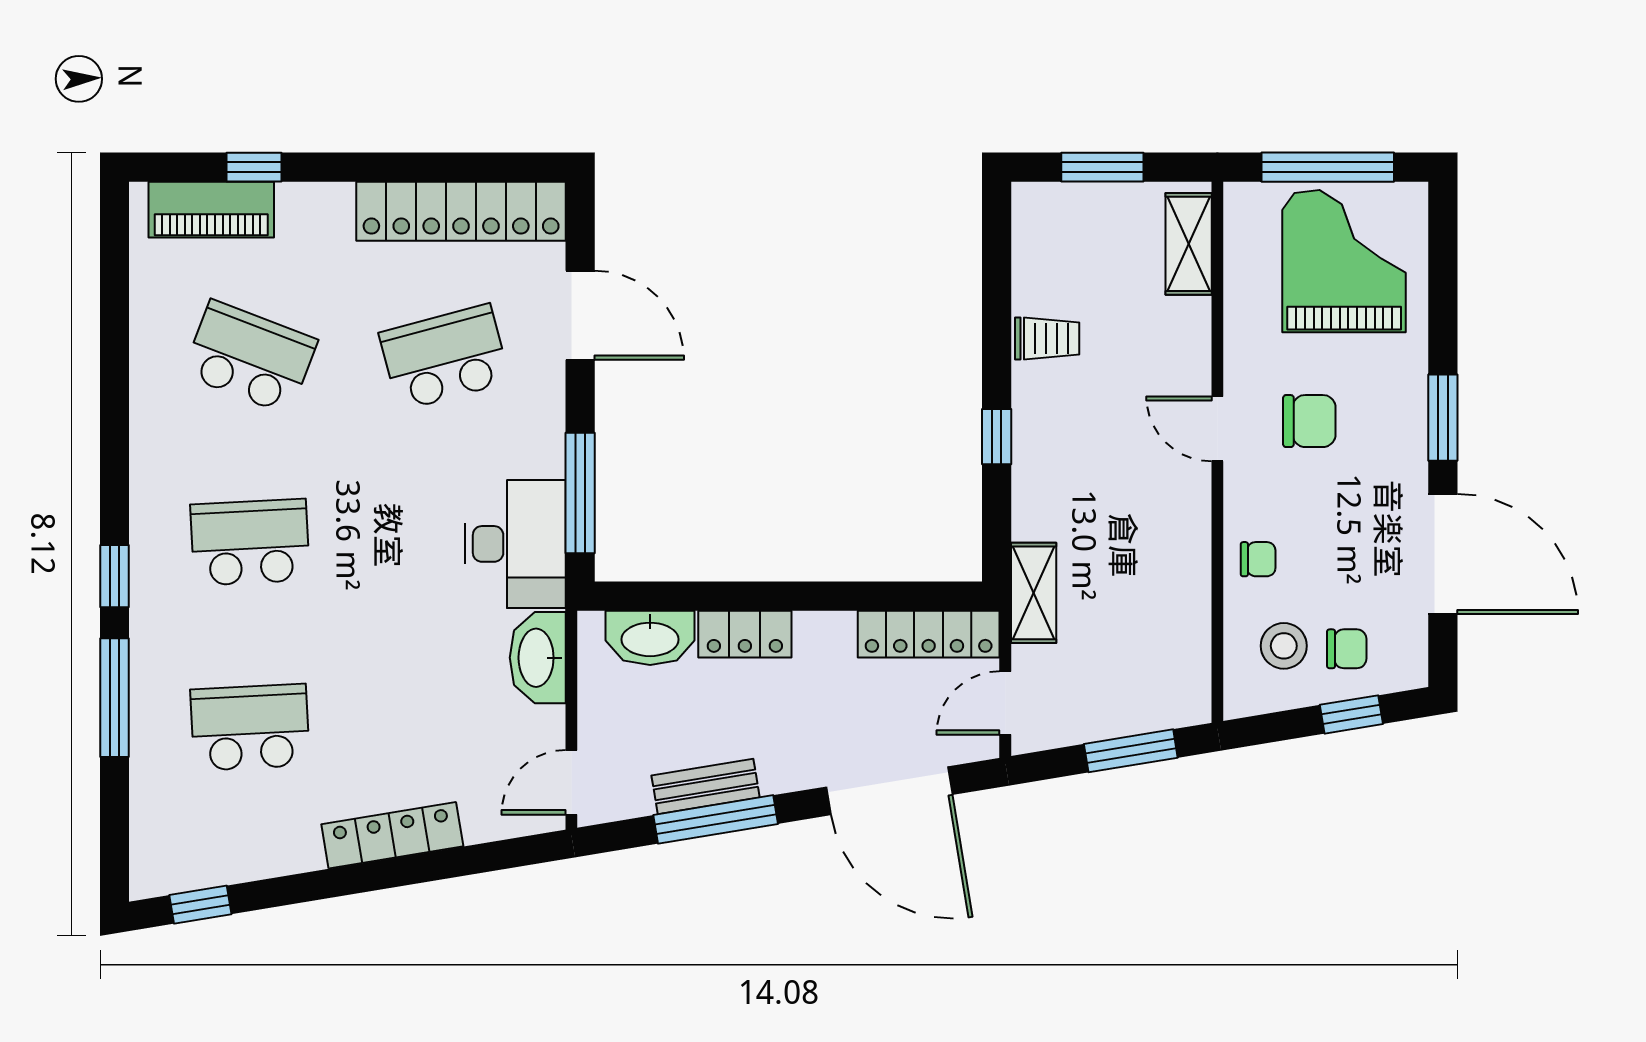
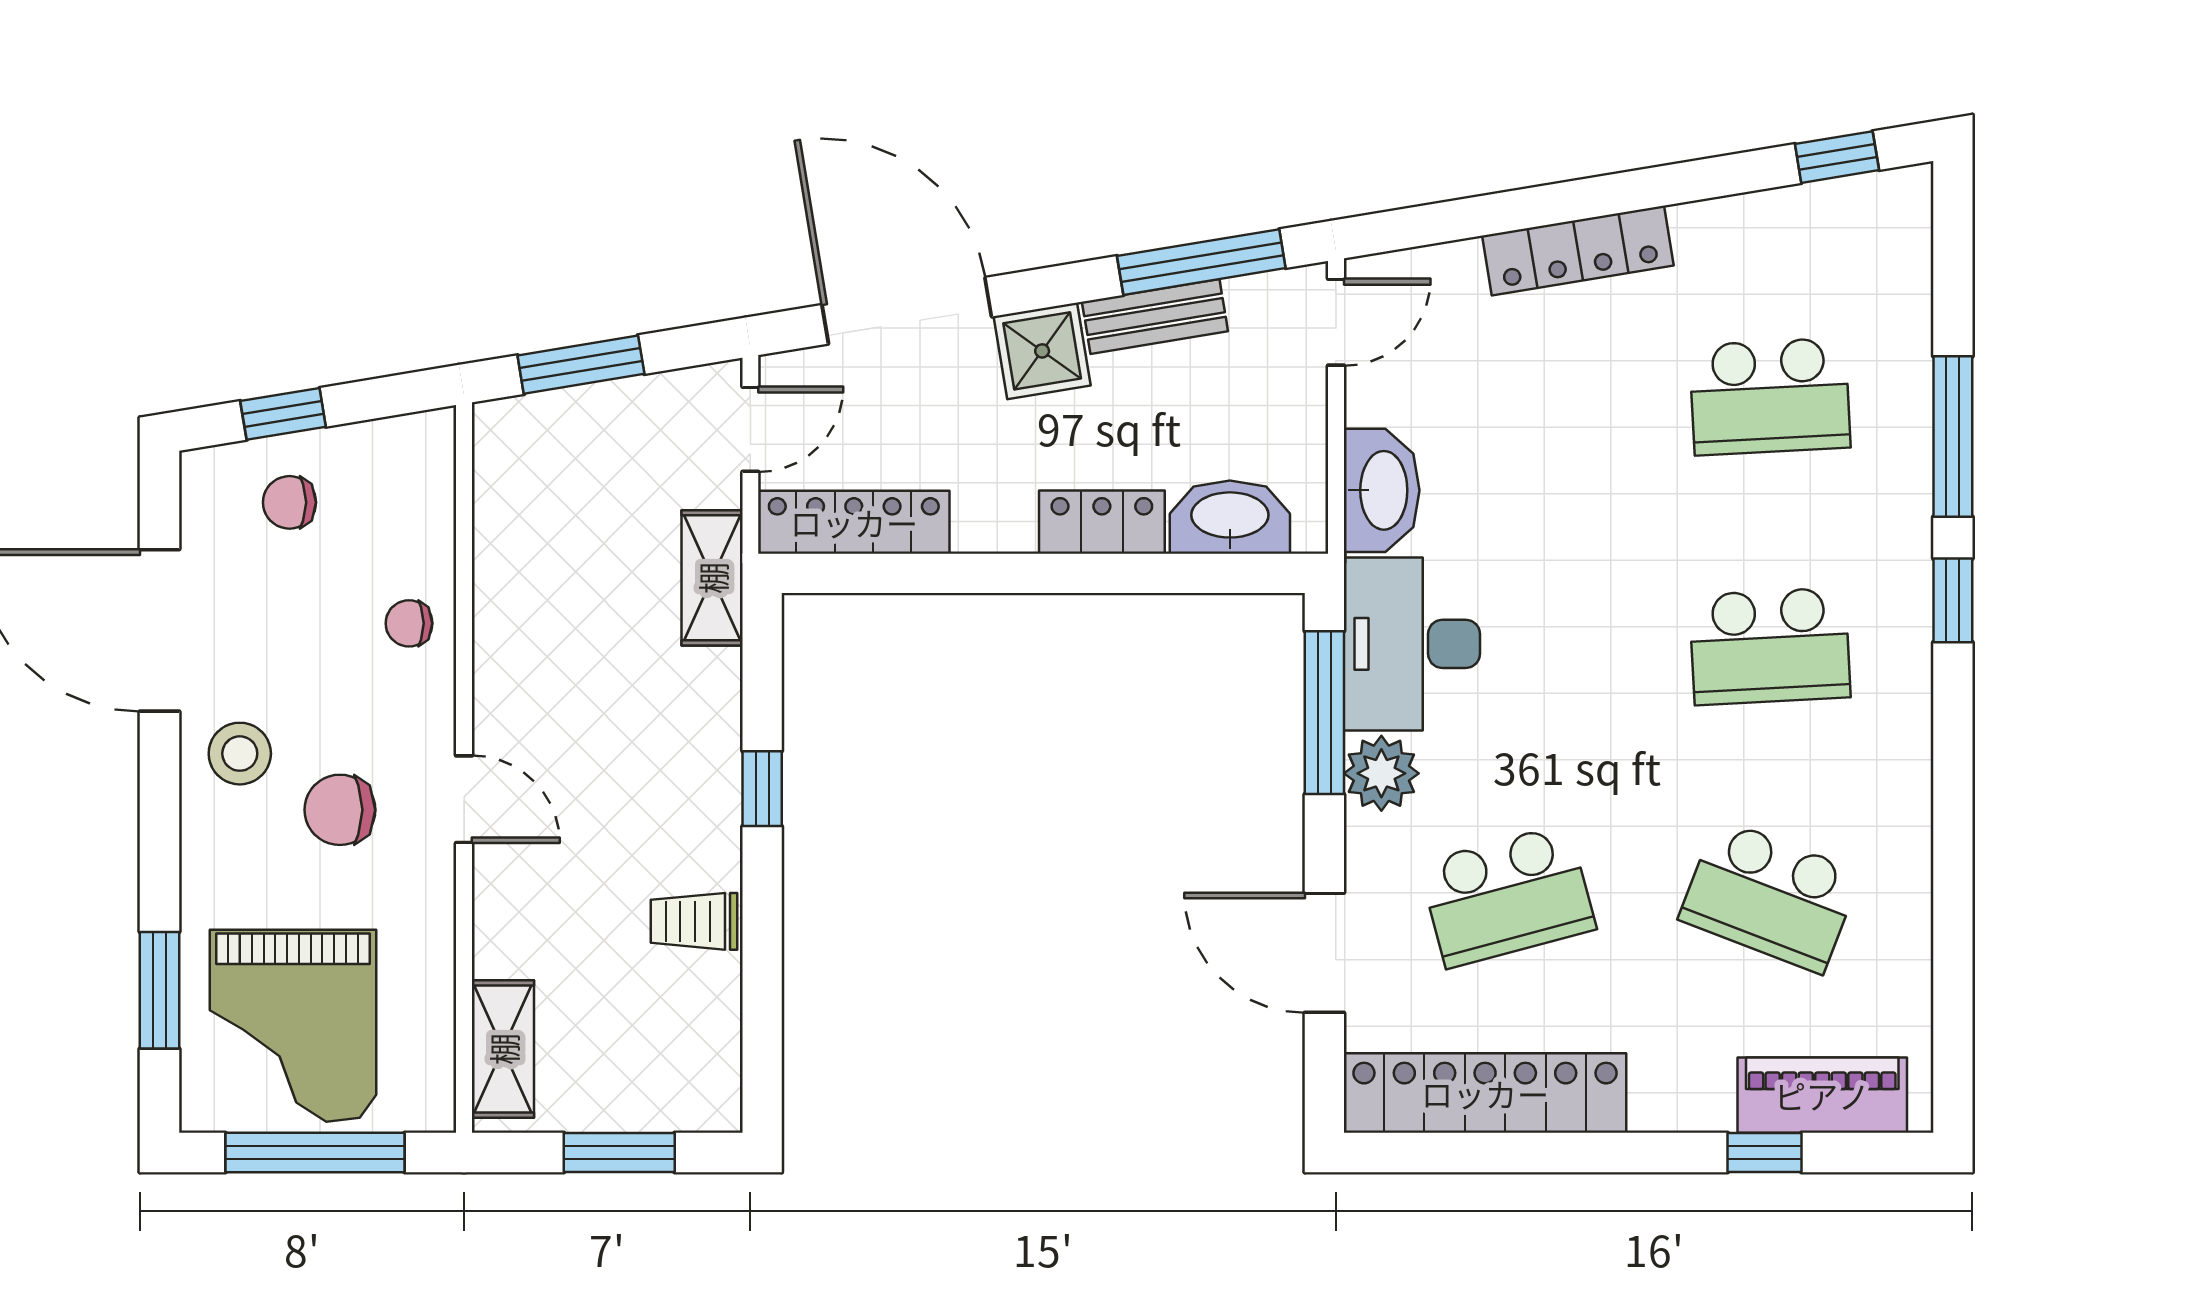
window: (1443, 418) -> (160, 990), moved
plant: (538, 448) -> (1381, 773), added
stool: (1284, 646) -> (240, 754), moved
shower: (789, 761) -> (1042, 351), added
window: (716, 819) -> (1201, 262), moved

